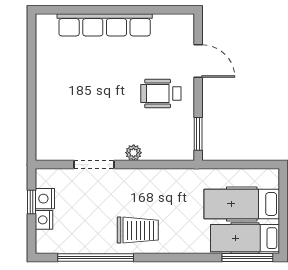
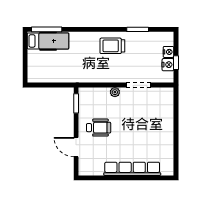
hospital bed: (242, 204) -> (50, 61), removed
window: (96, 258) -> (138, 29), width x0.47

